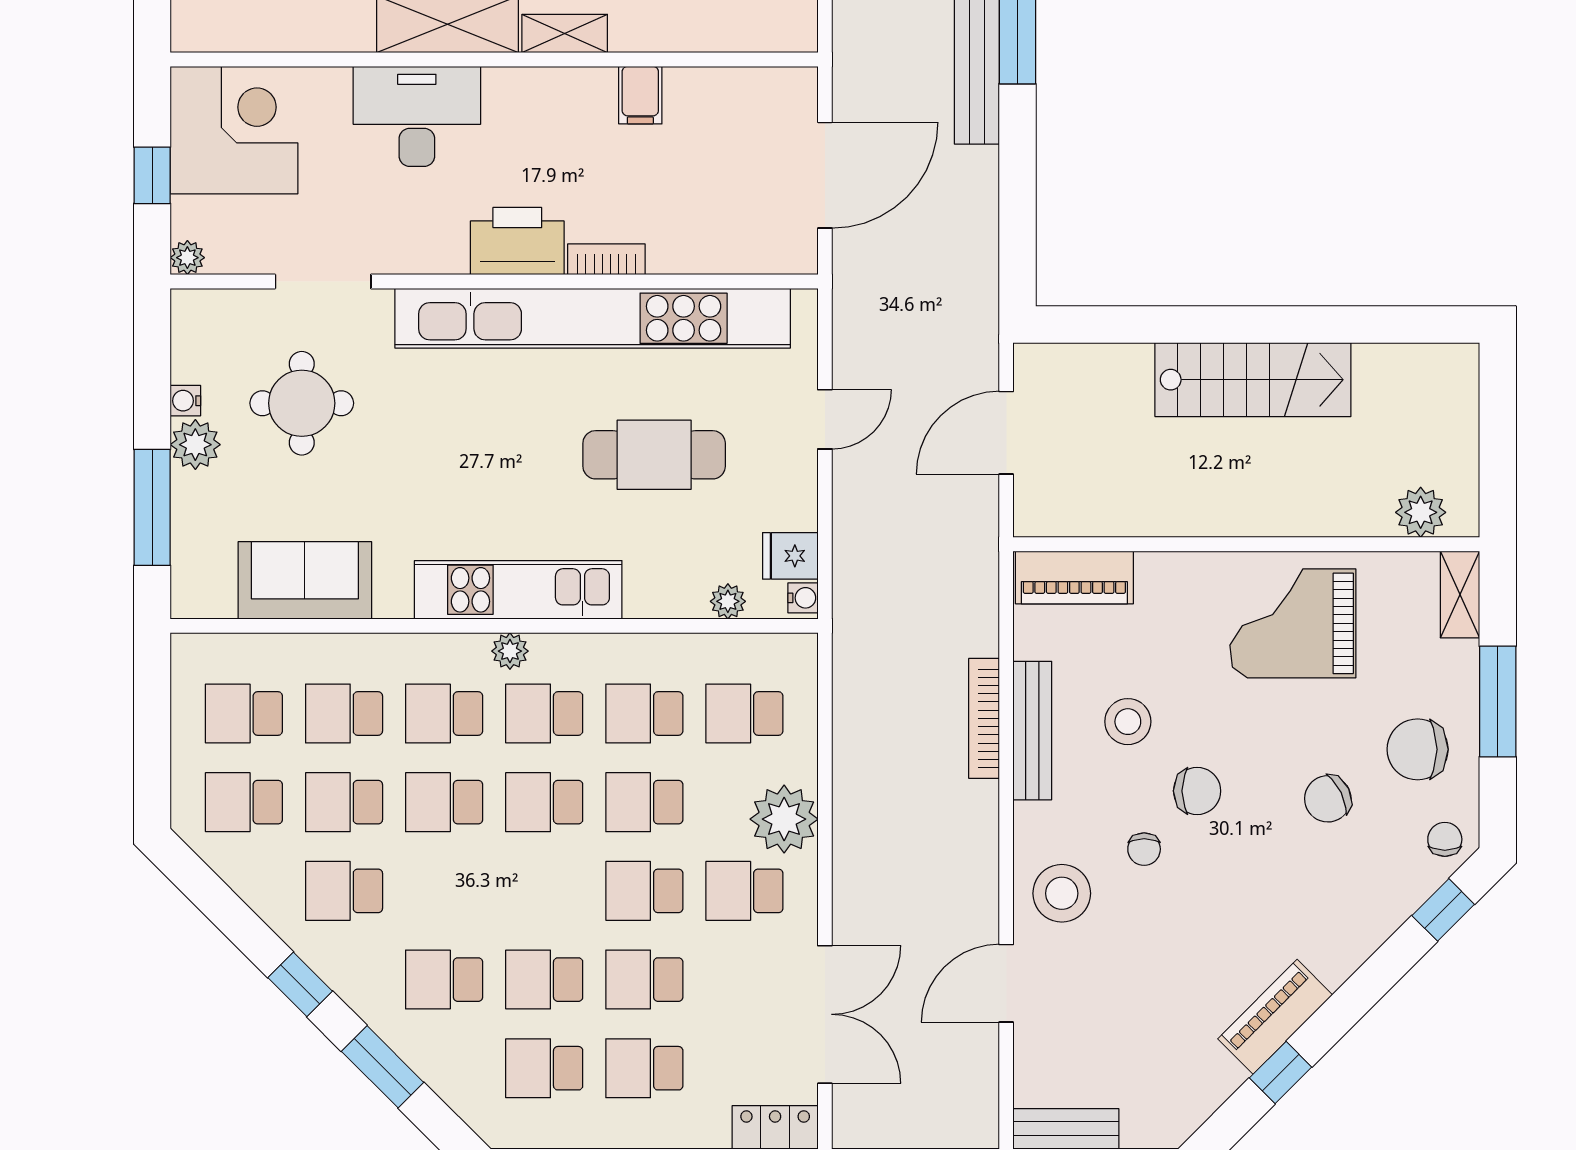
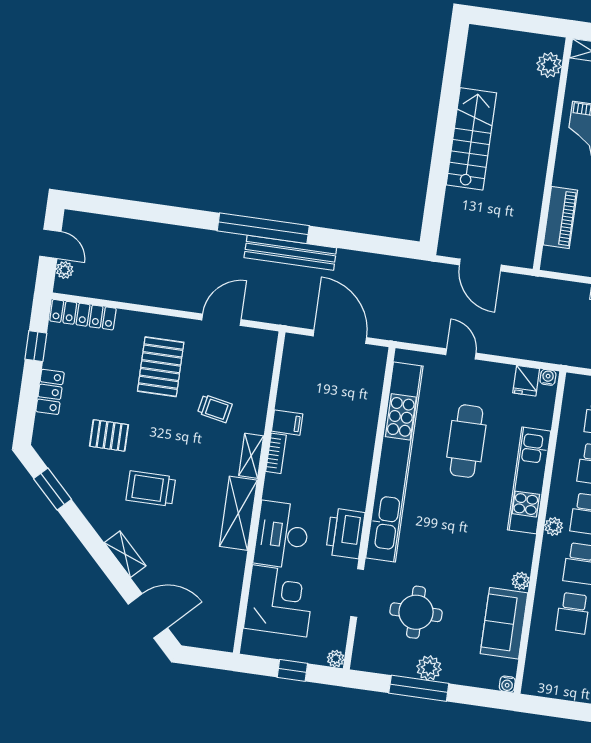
corner desk: (234, 130) -> (279, 601), moved, turned 90
printer: (517, 241) -> (345, 533), moved
bookcase: (606, 259) -> (276, 453), moved, turned 180
water cooler: (185, 401) -> (507, 684), moved
window: (152, 507) -> (419, 688), moved
piano: (1074, 577) -> (560, 218), moved
kitchen unit: (518, 590) -> (529, 480), moved
plant: (728, 601) -> (521, 581), moved
school desk: (244, 713) -> (566, 663), removed

